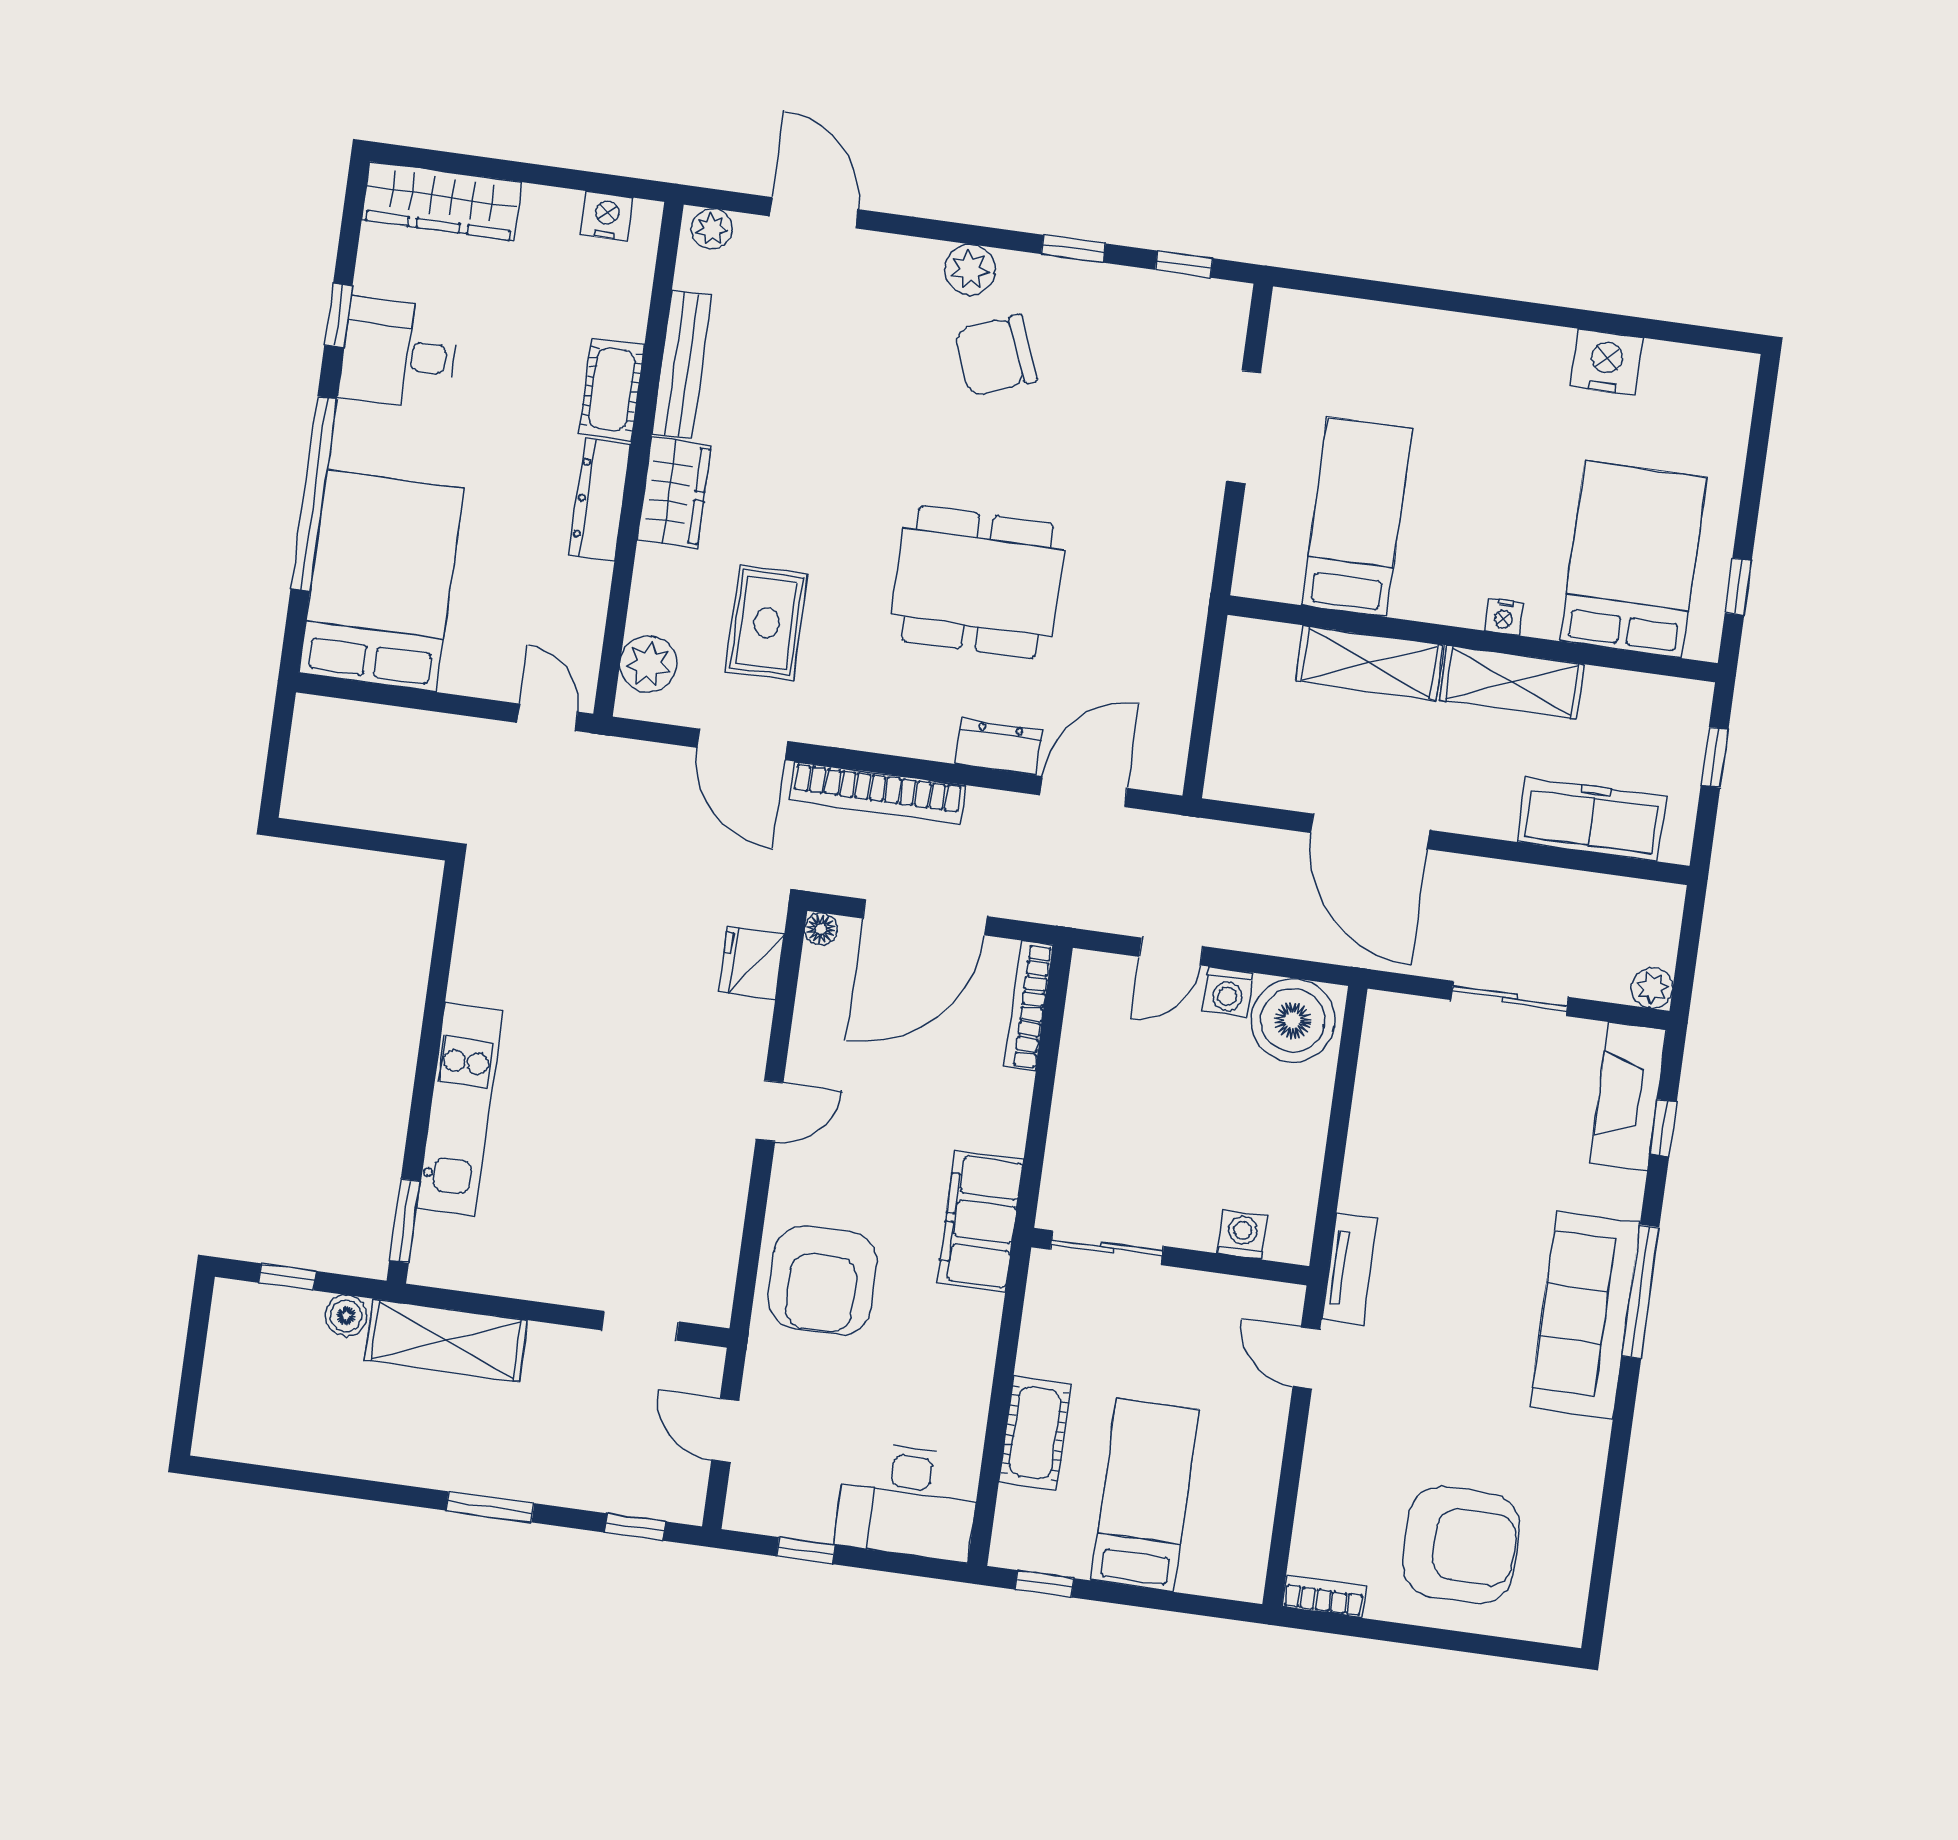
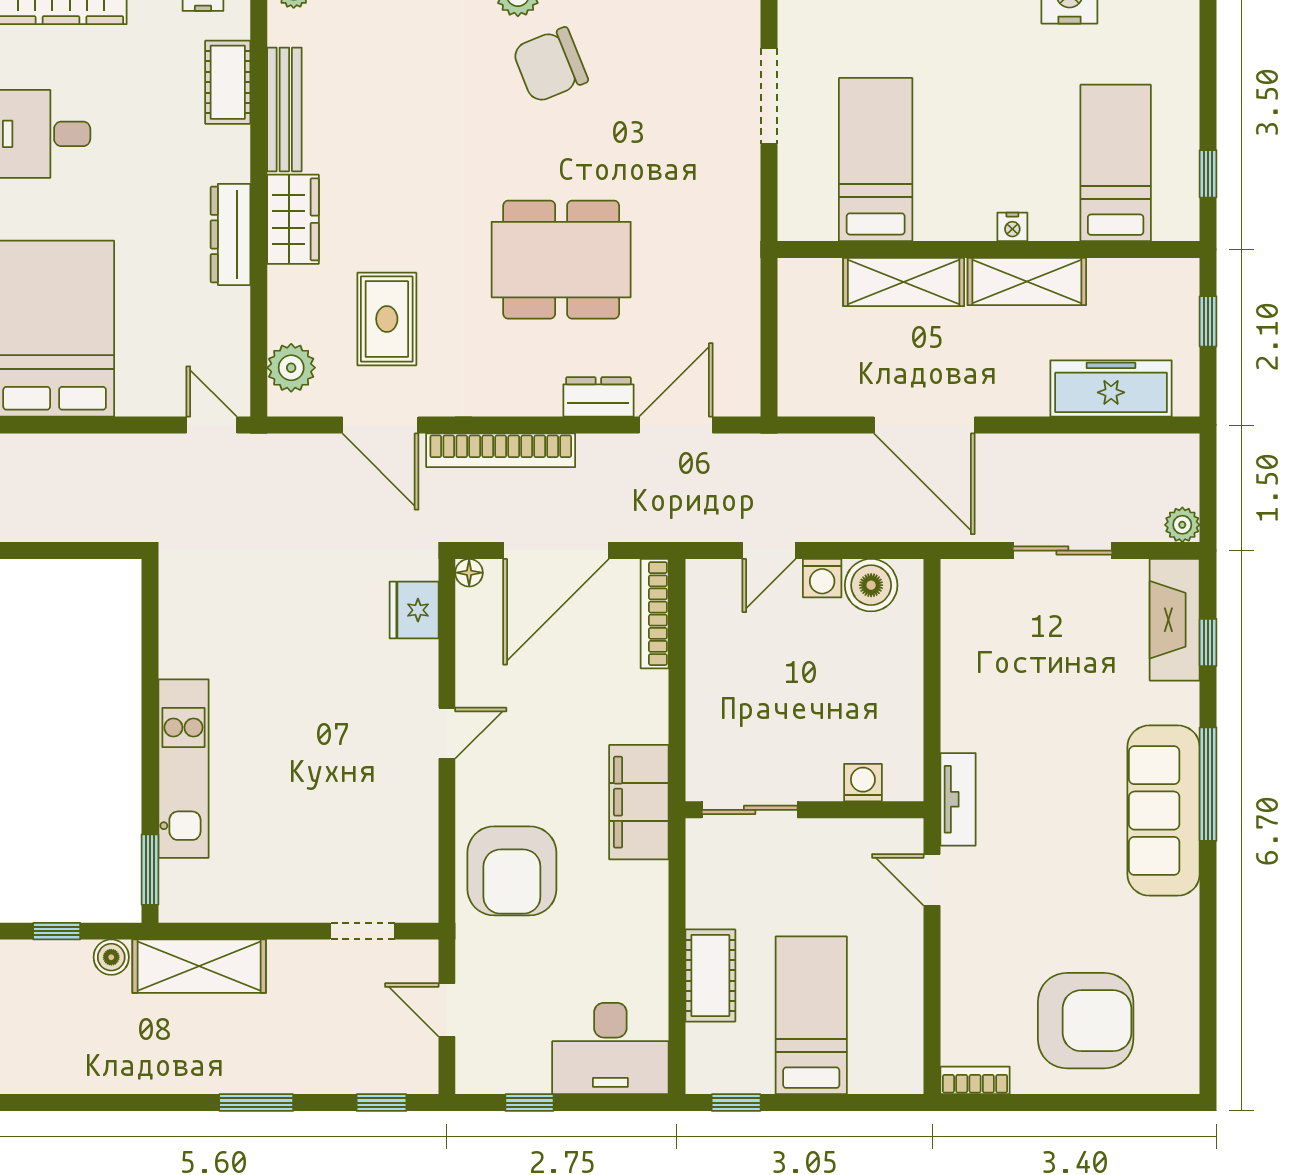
cot: (612, 389) -> (228, 82), moved
bed: (1633, 559) -> (1116, 163), width x0.67
boiler: (1293, 1021) -> (871, 585), width x0.73, depth x0.73

